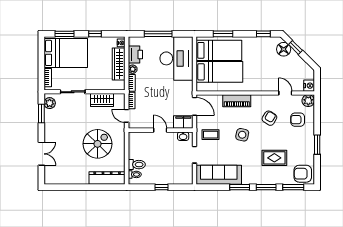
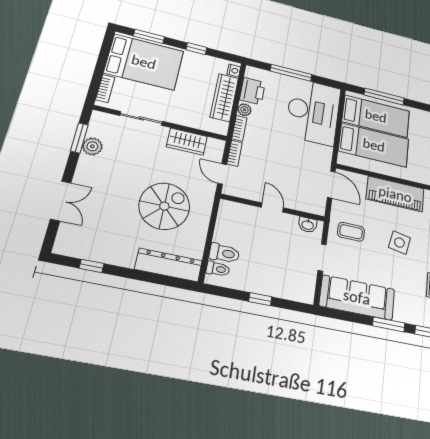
window: (223, 34) -> (384, 97), width x1.44
piano: (237, 101) -> (395, 194), width x1.37, depth x1.33
plant: (50, 103) -> (92, 146), moved
filing cabinet: (183, 122) -> (311, 204), removed
window: (66, 187) -> (92, 266), added

